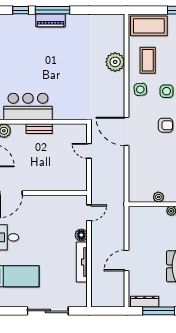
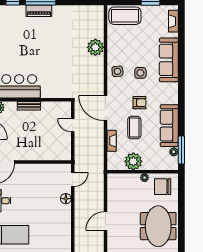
coffee table: (148, 60) -> (134, 128), moved
fireplace: (134, 169) -> (112, 141), added
plant: (158, 197) -> (133, 161), width x1.88, depth x1.88
tv unit: (82, 262) -> (66, 222), removed

